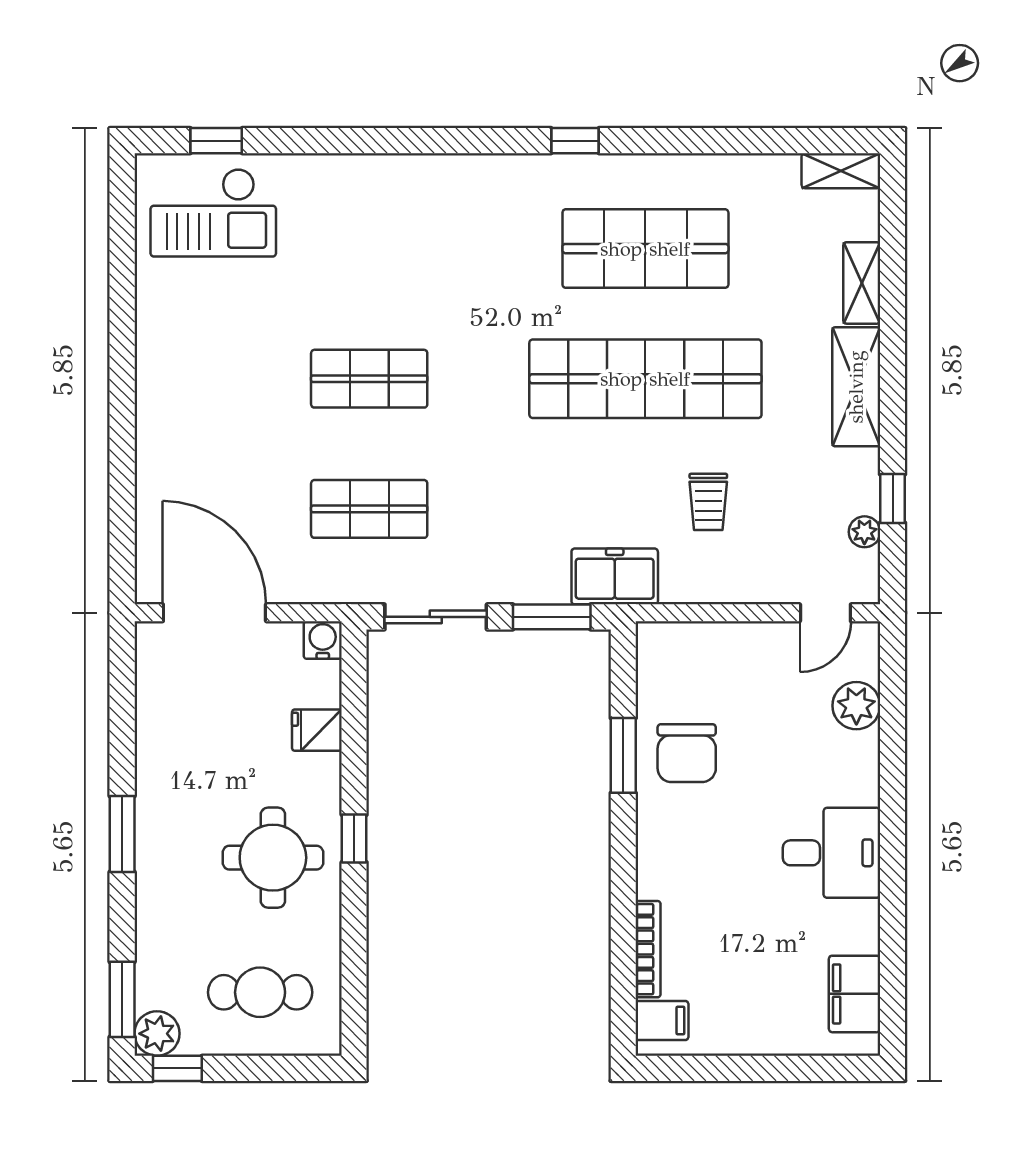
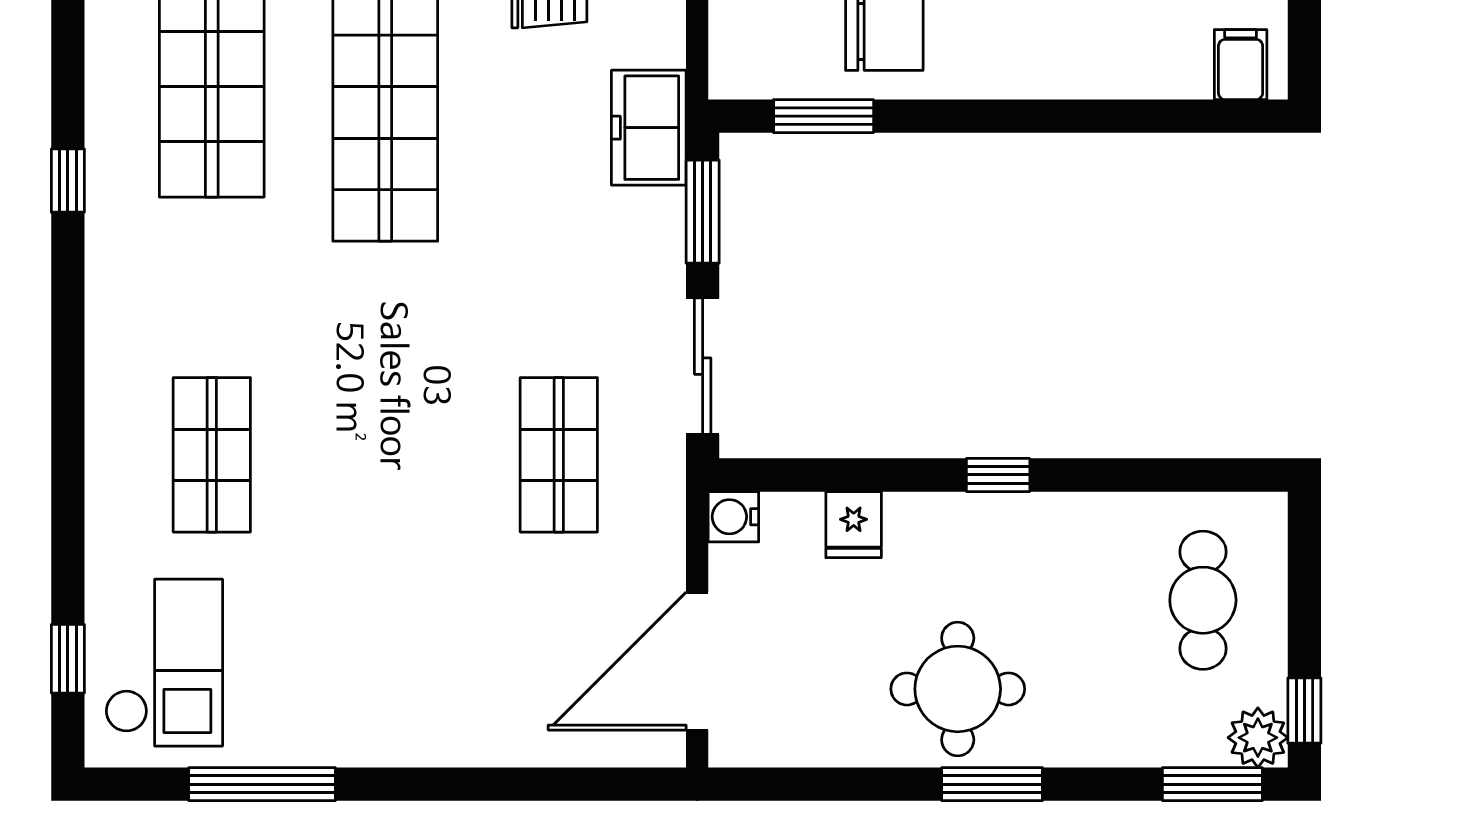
window: (122, 286) -> (262, 784), added
shop shelf: (369, 379) -> (212, 455), moved
window: (623, 755) -> (824, 116), moved
round table: (273, 858) -> (958, 689), moved
bookcase: (648, 949) -> (1145, 83), removed

